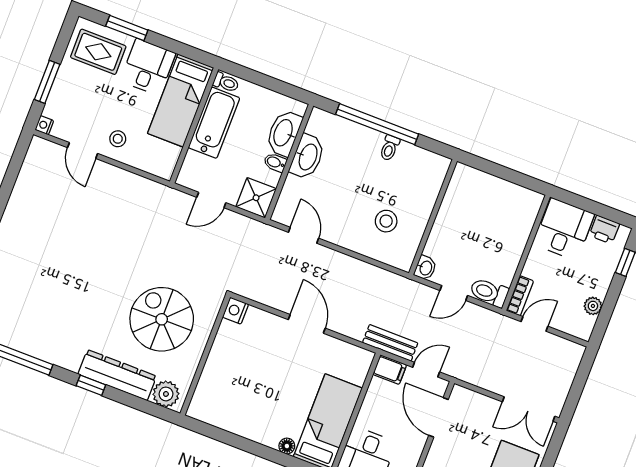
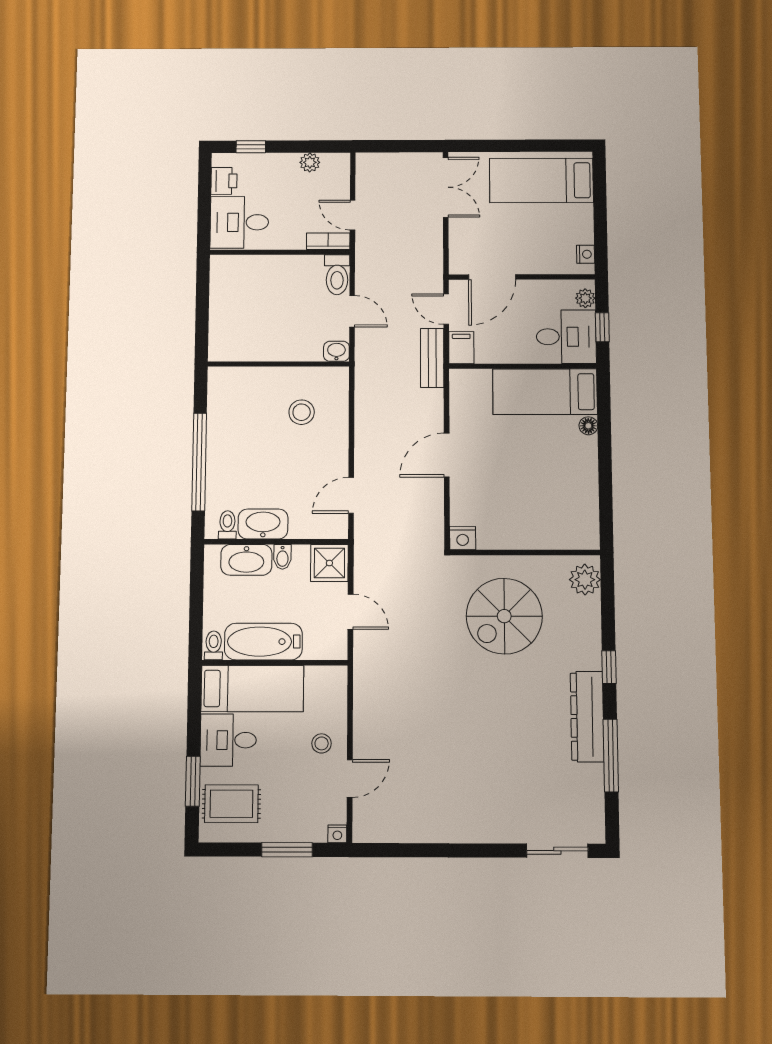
rug: (98, 52) -> (231, 804), turned 90
toilet: (390, 148) -> (227, 525), moved, turned -90
dresser: (117, 375) -> (587, 717), moved

